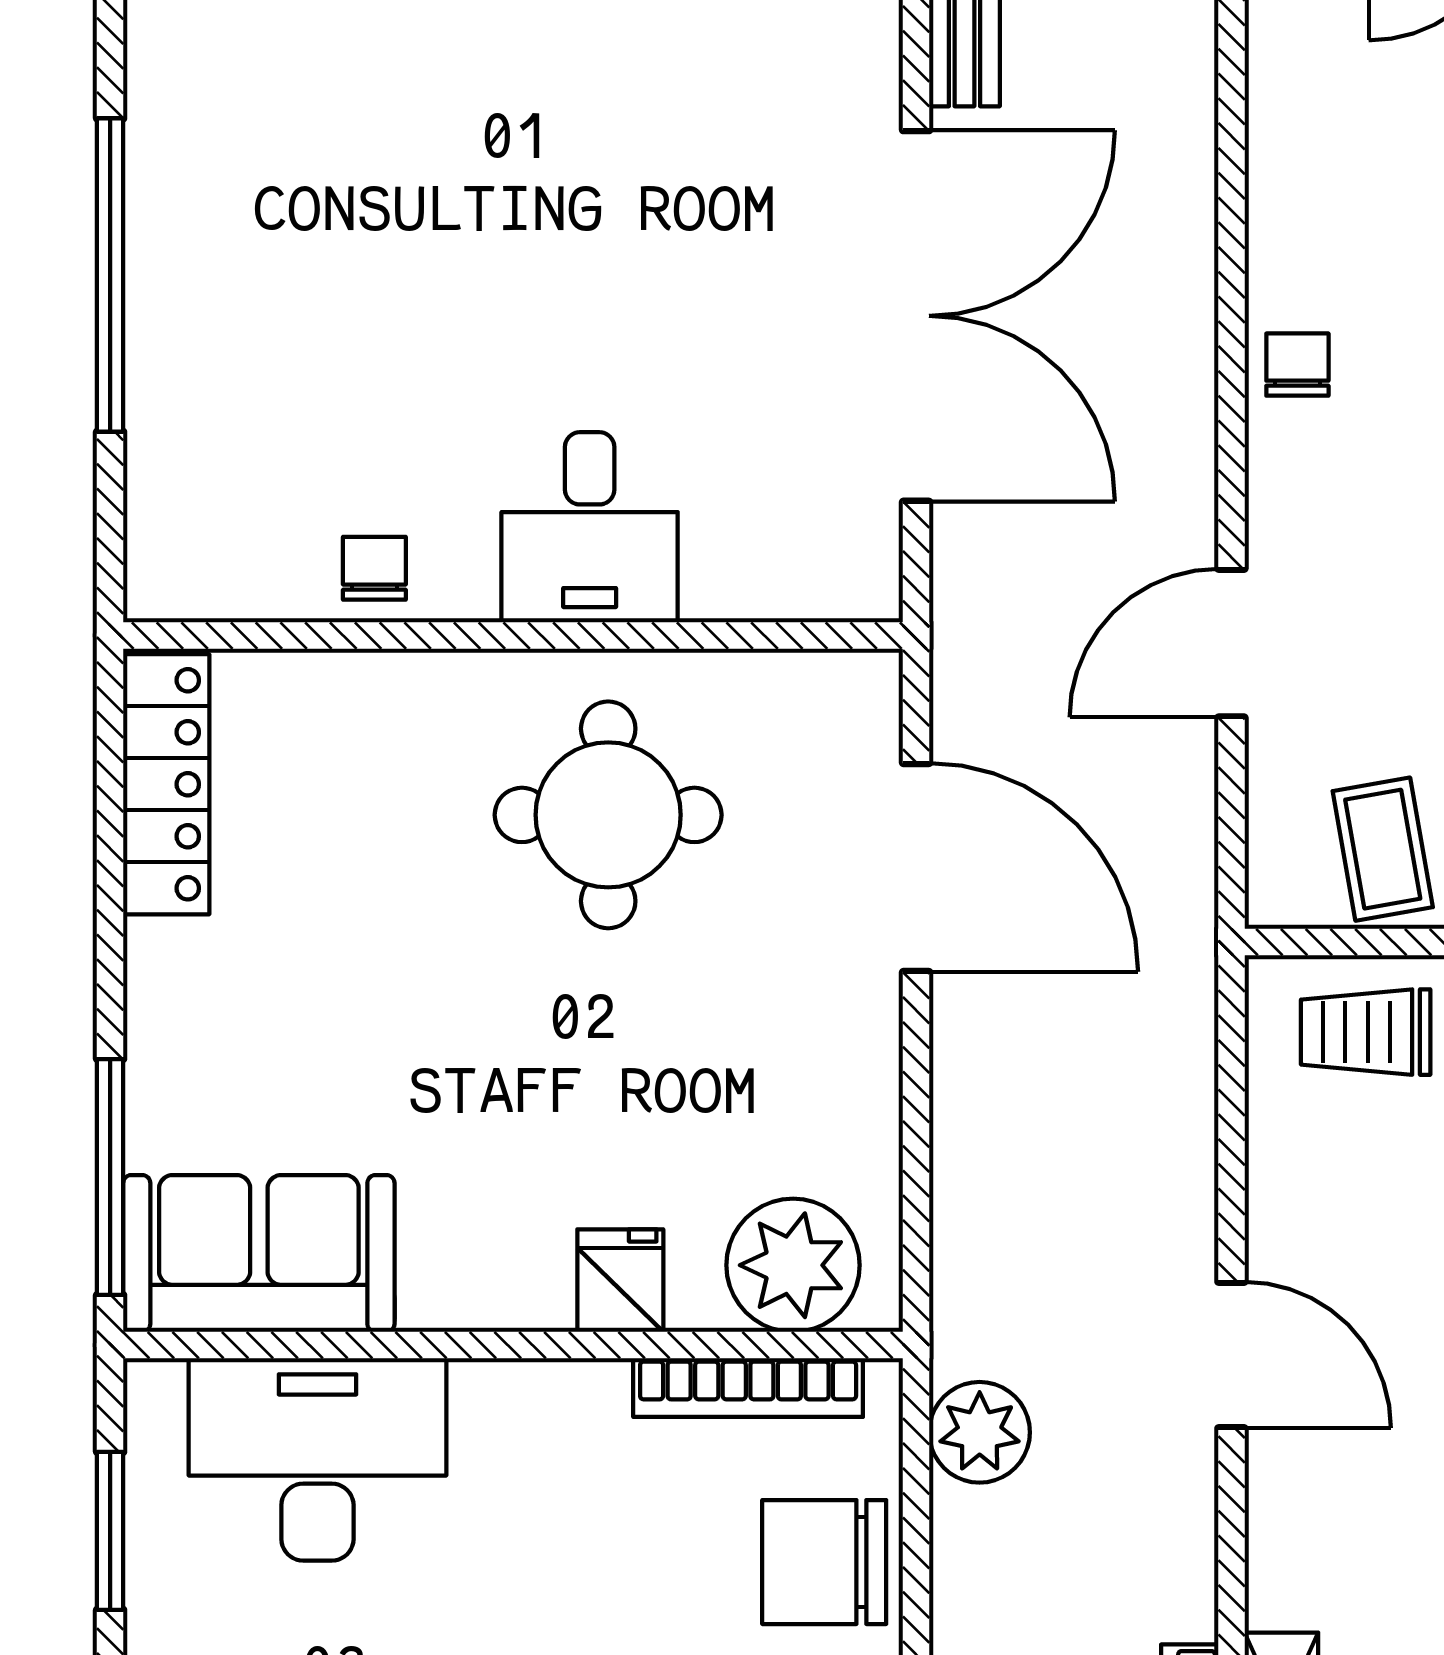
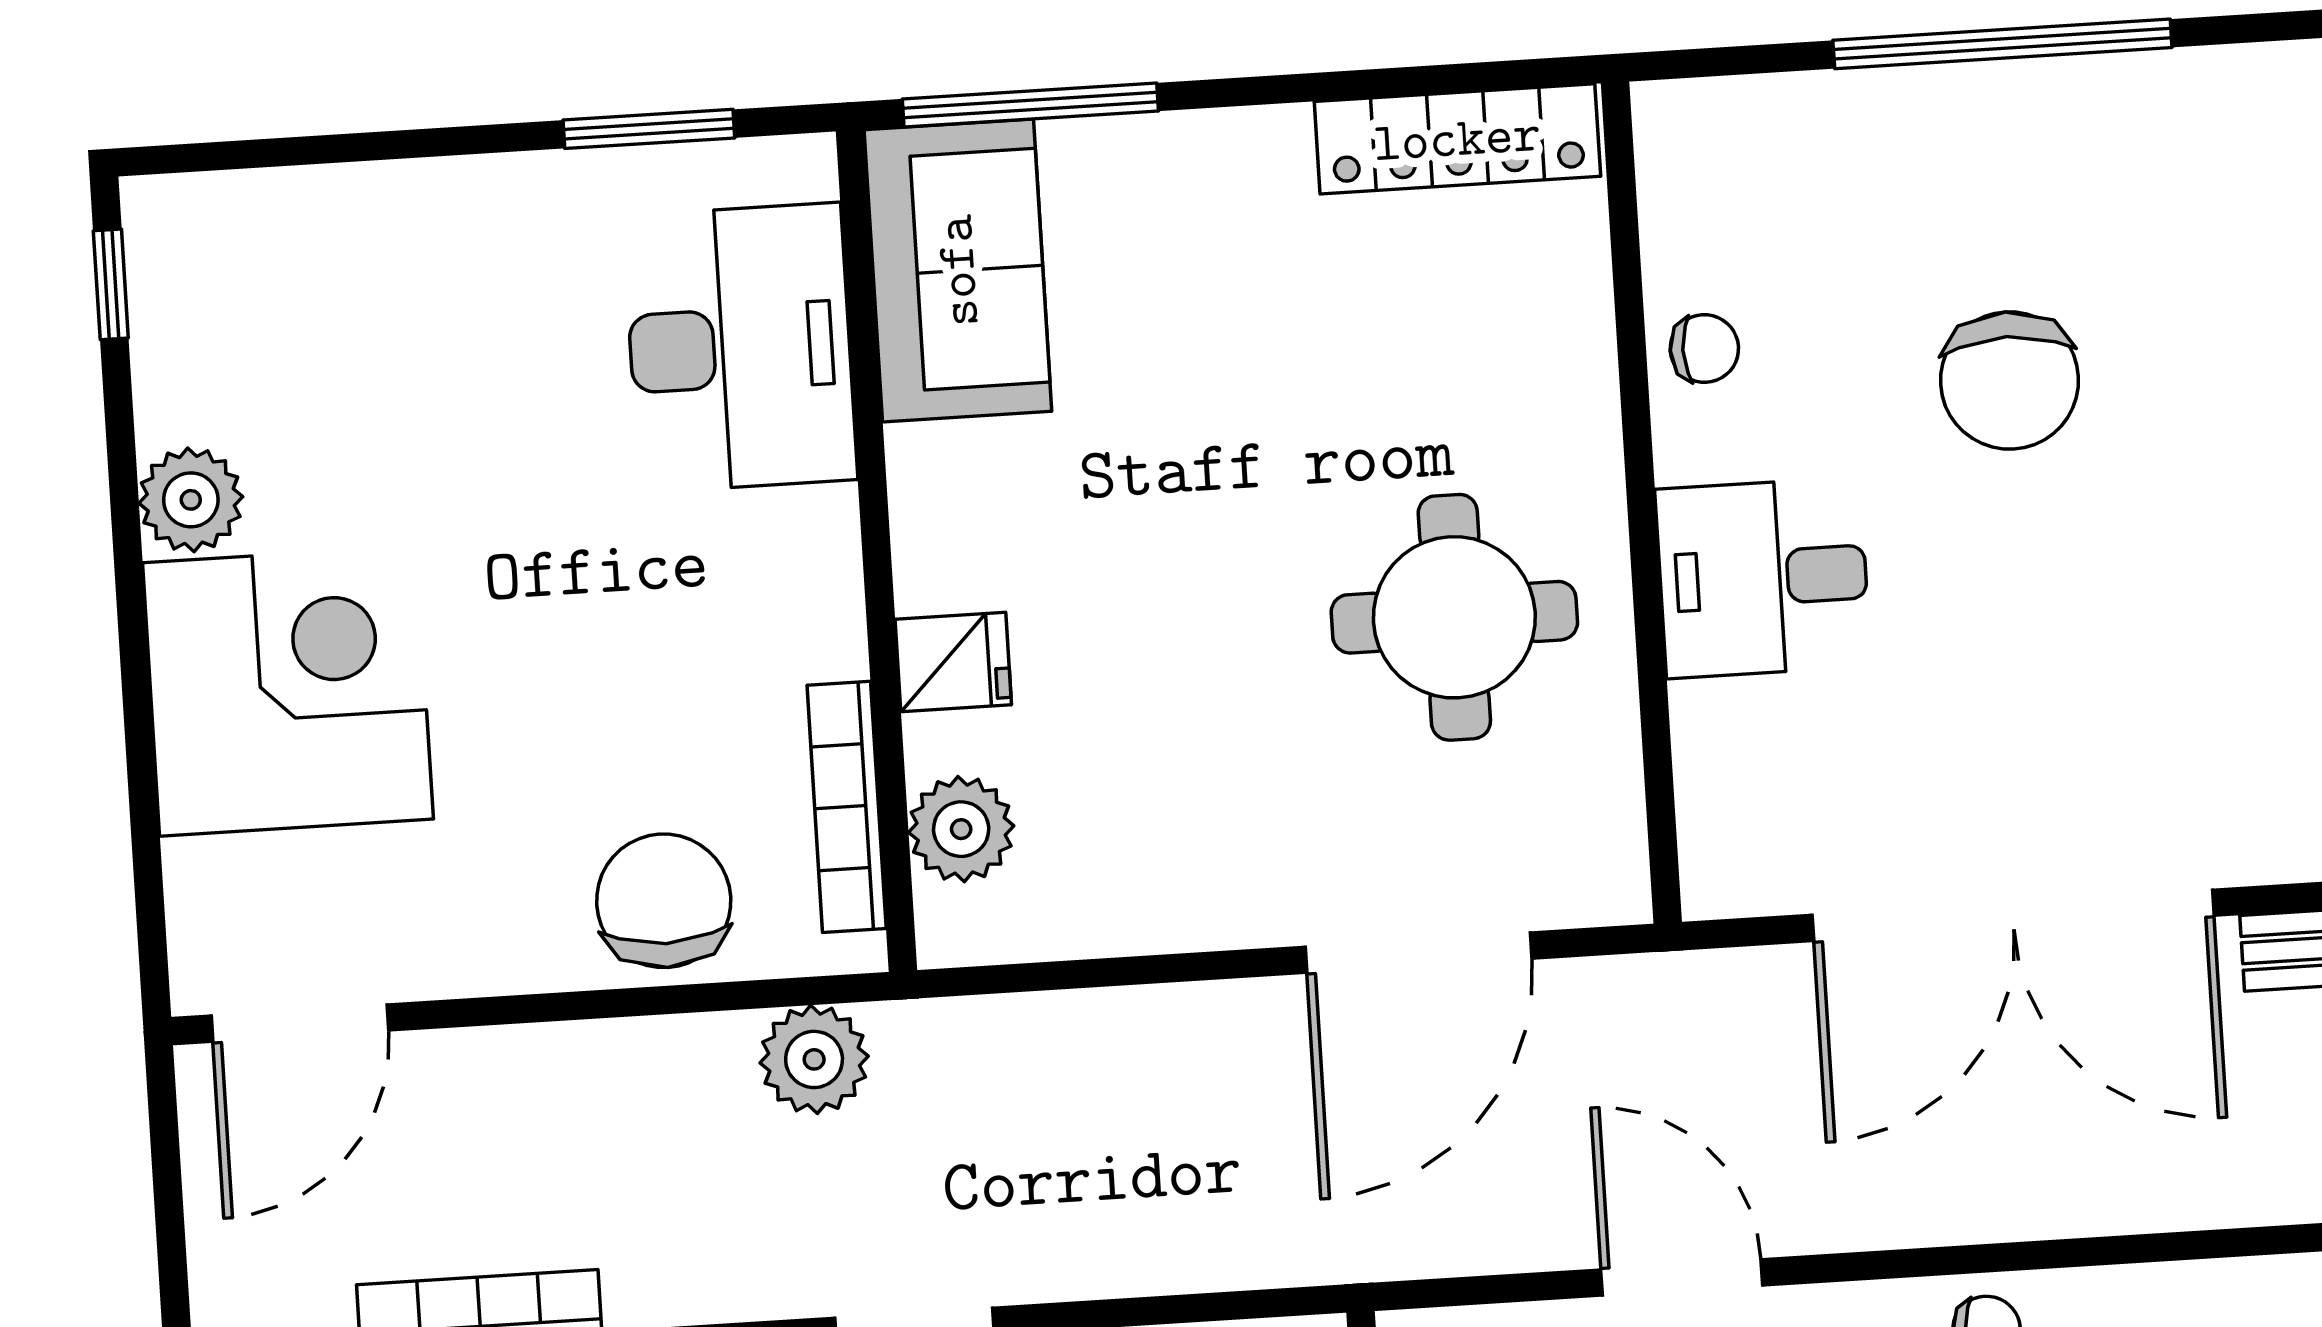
chair: (422, 288) -> (2009, 381), added
plant: (793, 1265) -> (961, 829), width x0.73, depth x0.73

